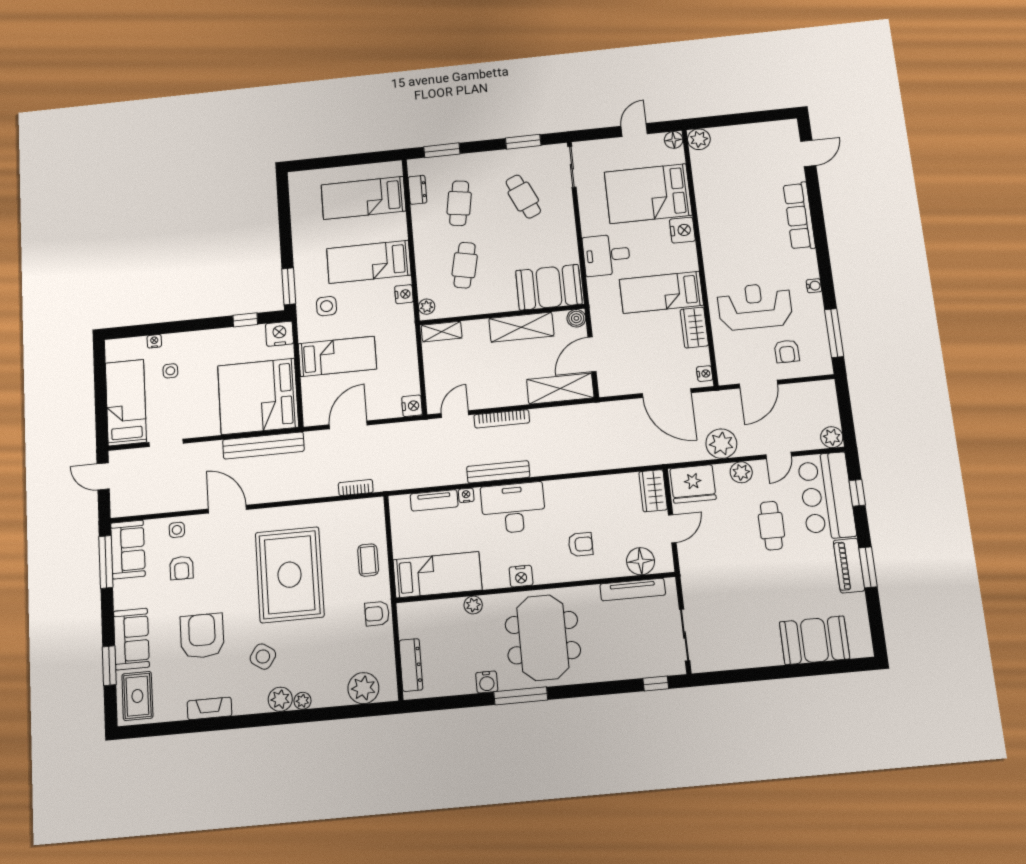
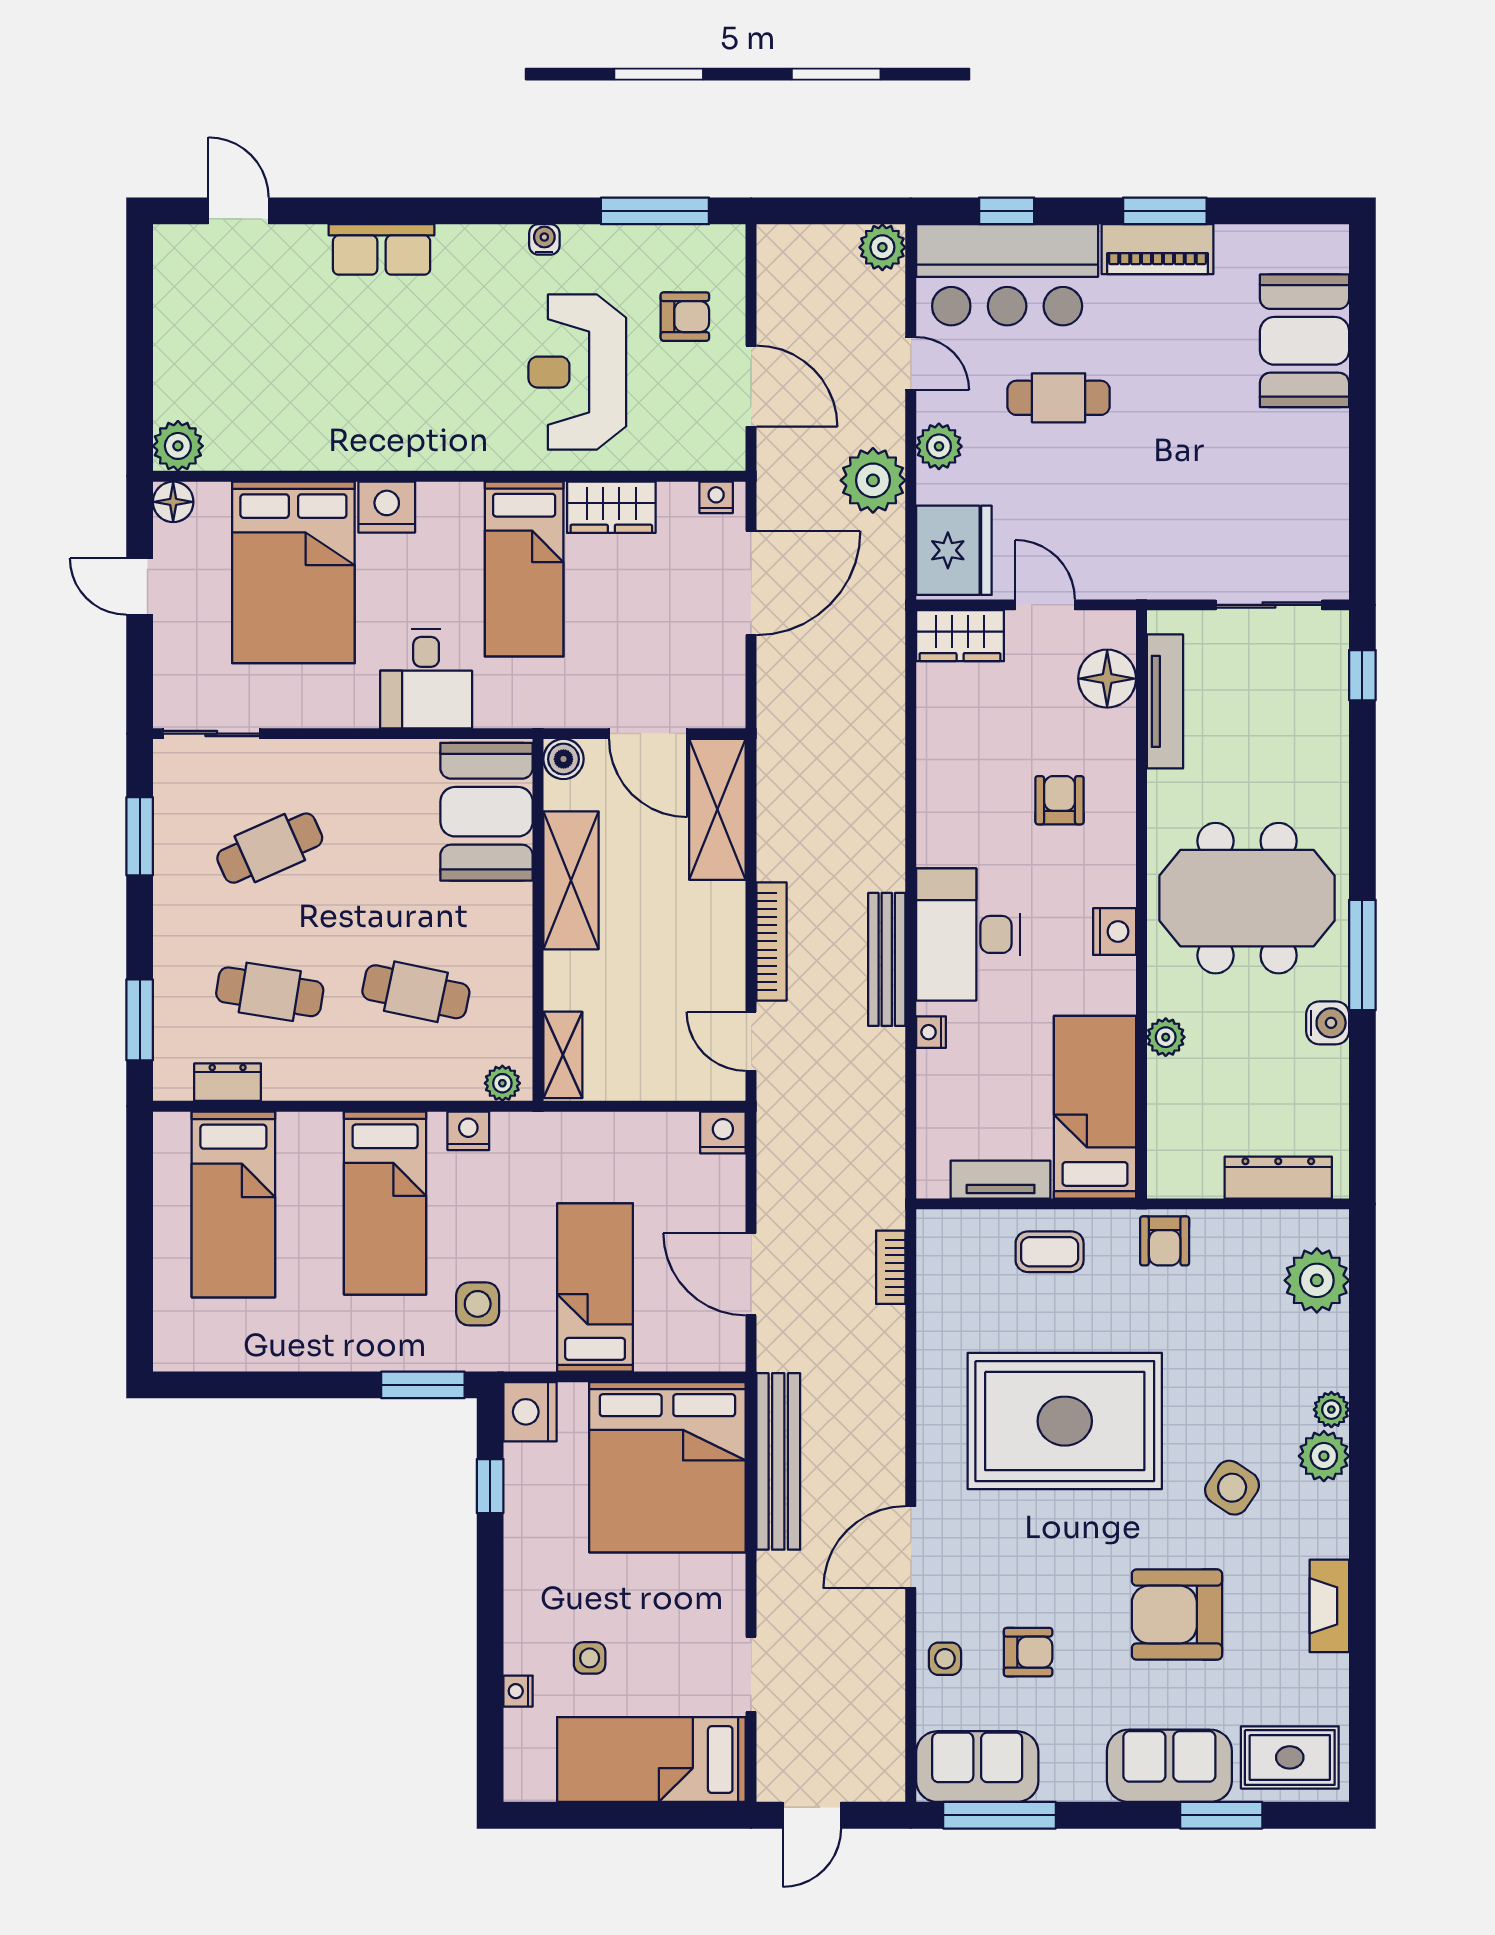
row of seats: (799, 216) -> (382, 249), width x0.68
tv unit: (434, 500) -> (1001, 1180), moved, turned -90

